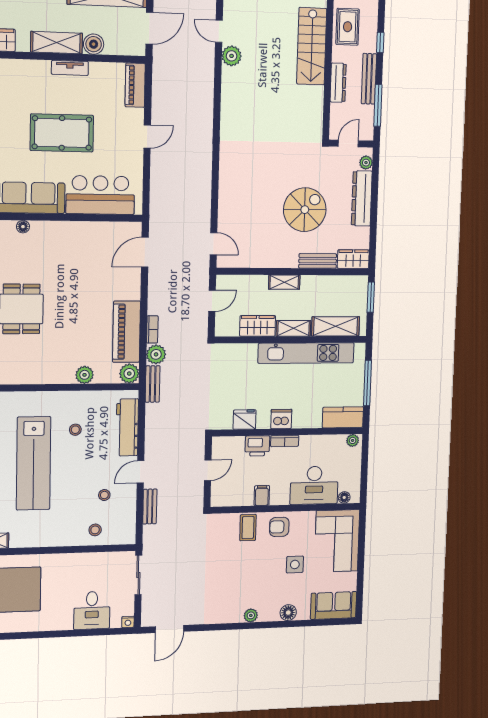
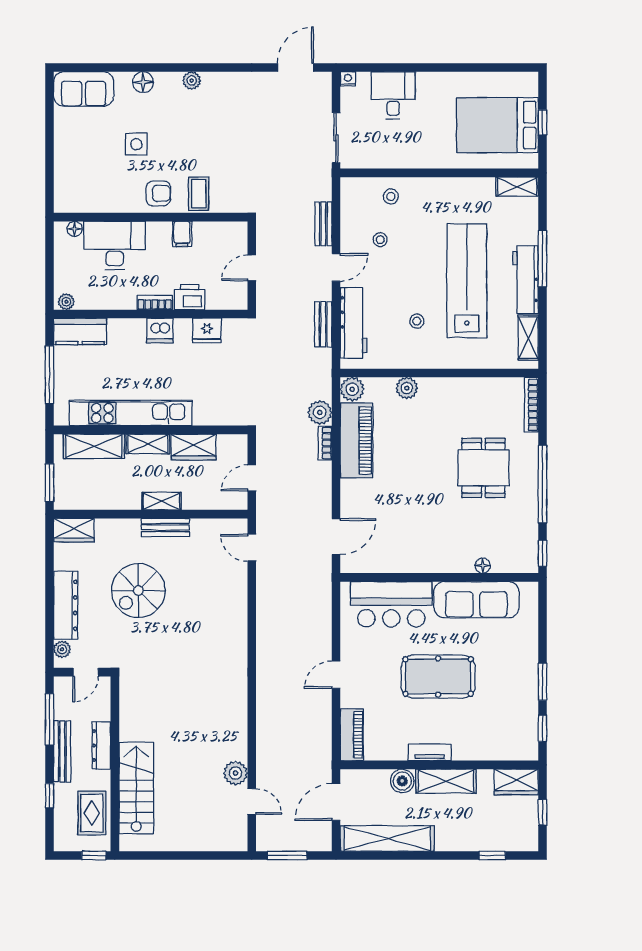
bench: (318, 261) -> (165, 528), moved
bench: (153, 384) -> (323, 324), moved
corner sofa: (337, 541) -> (82, 173), removed

